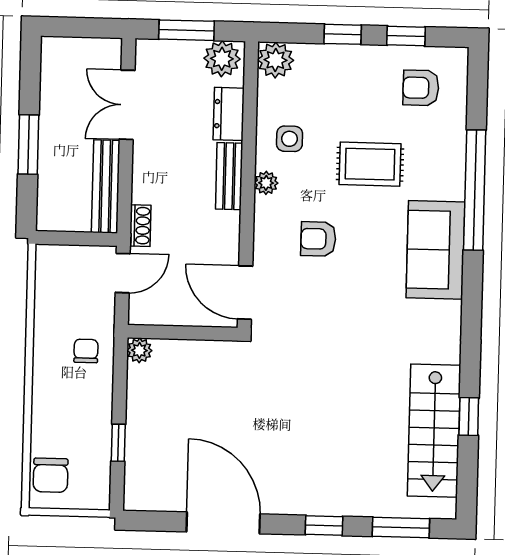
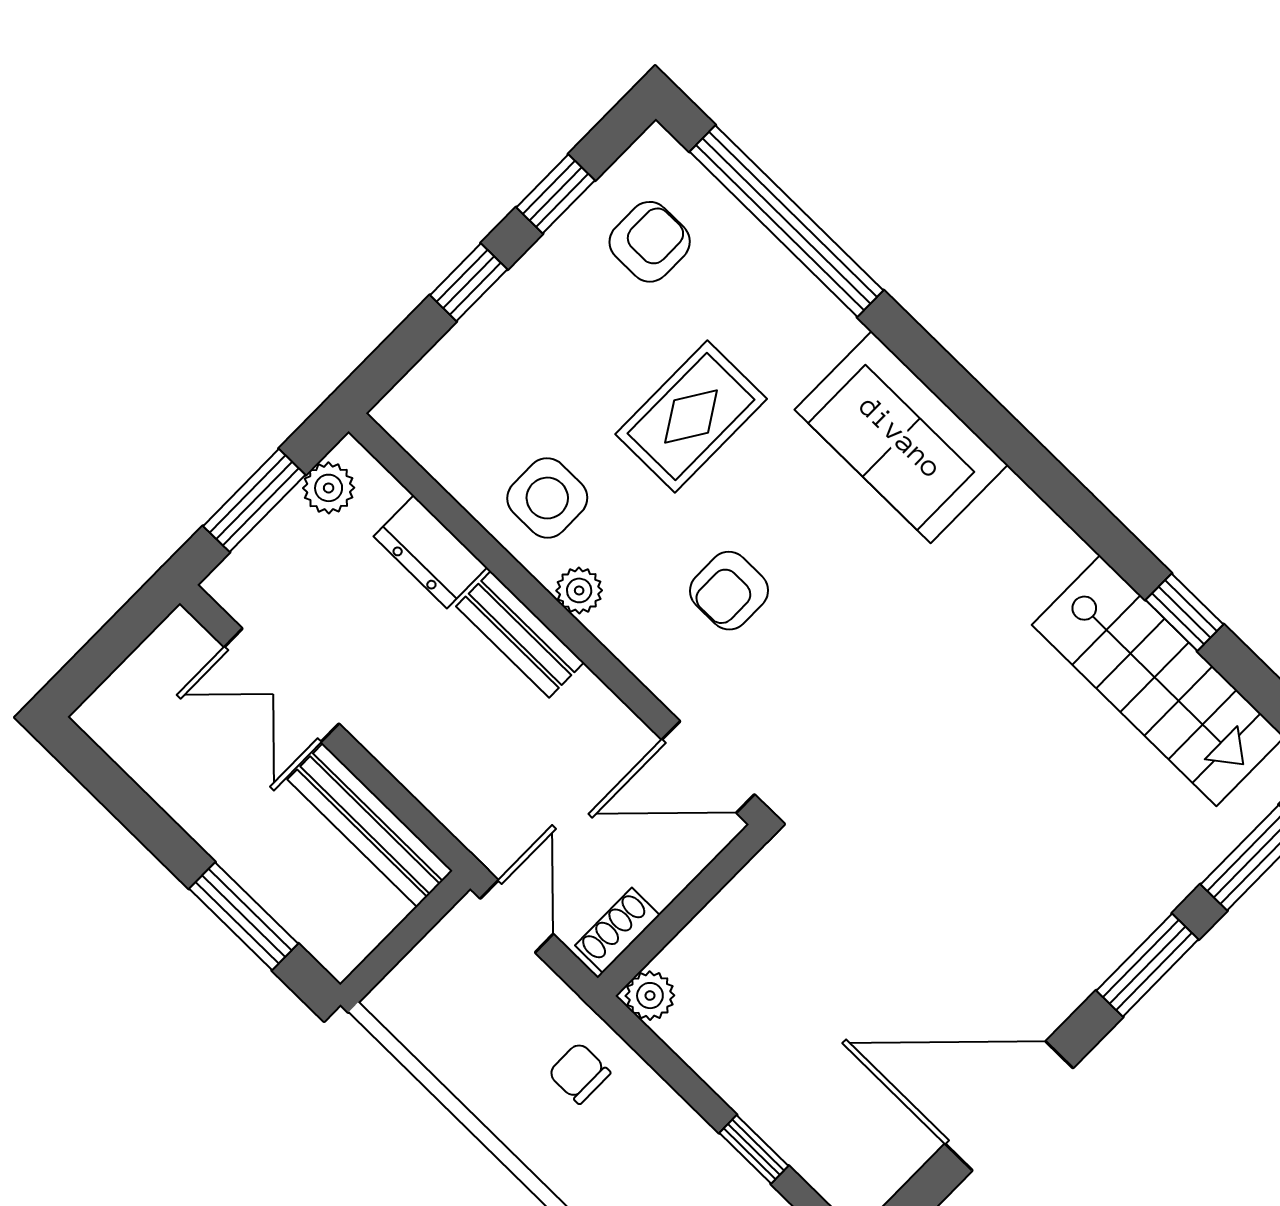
plant: (222, 59) -> (329, 488), width x0.73, depth x0.73
plant: (276, 60) -> (416, 413), removed
armchair: (421, 88) -> (650, 242), turned 180
side table: (290, 139) -> (547, 498), width x1.37, depth x1.37
window: (28, 145) -> (244, 916), moved
window: (475, 190) -> (786, 221), moved
shoe rack: (140, 226) -> (617, 930), moved, turned -90
window: (324, 526) -> (1147, 965), width x1.50

